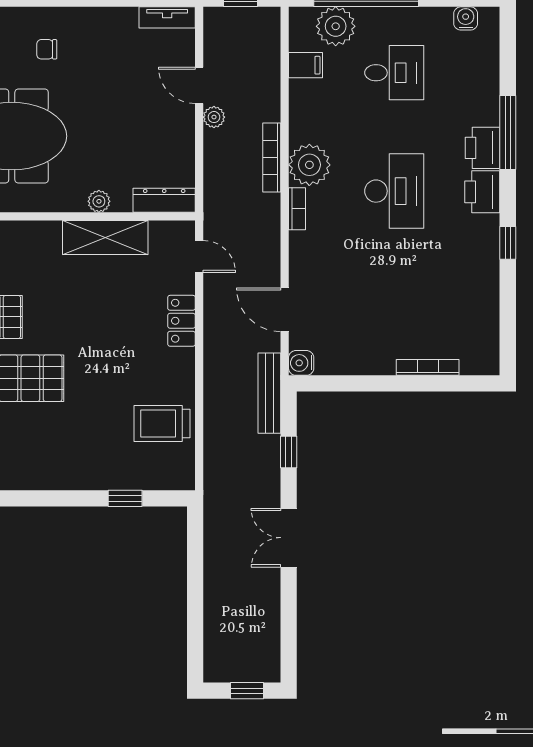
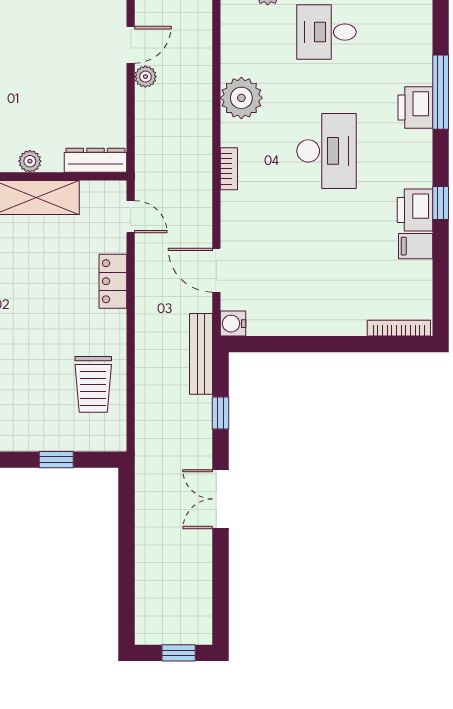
filing cabinet: (306, 65) -> (416, 246), moved, turned 180
desk: (394, 73) -> (326, 32), turned 180
door: (199, 85) -> (131, 45), swing flipped
bookcase: (272, 157) -> (204, 117), removed
plant: (309, 165) -> (241, 98), moved
printer: (482, 192) -> (415, 210), moved
bookcase: (428, 367) -> (399, 328), moved
trolley: (162, 424) -> (93, 384), turned -90

